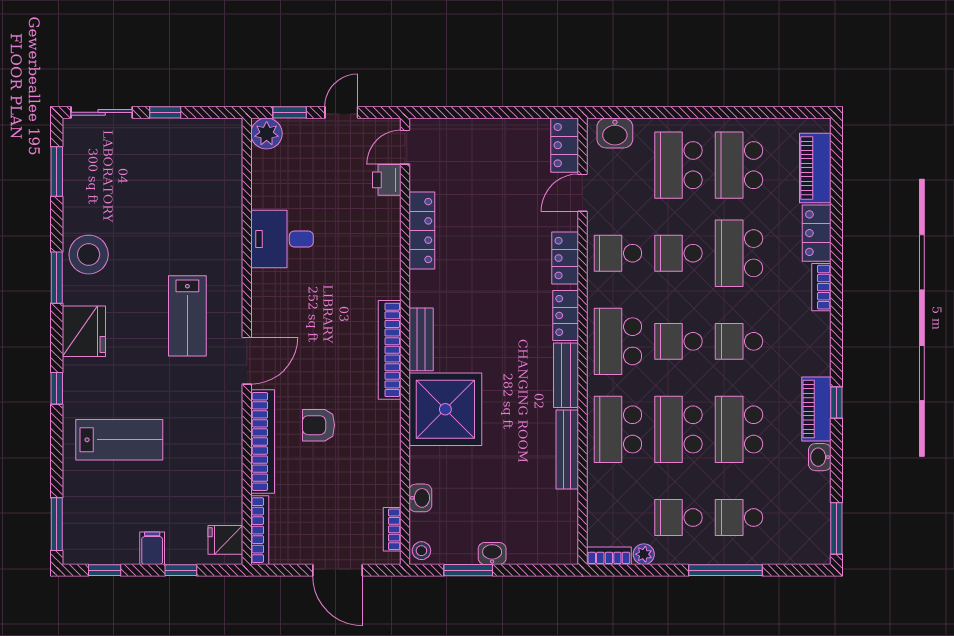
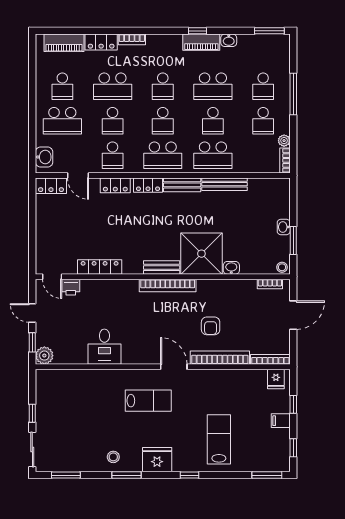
school desk: (739, 165) -> (62, 86), width x0.54
stool: (89, 255) -> (113, 457), width x0.53, depth x0.53
school desk: (678, 429) -> (213, 121), width x0.54
washbasin: (420, 498) -> (231, 268), moved

